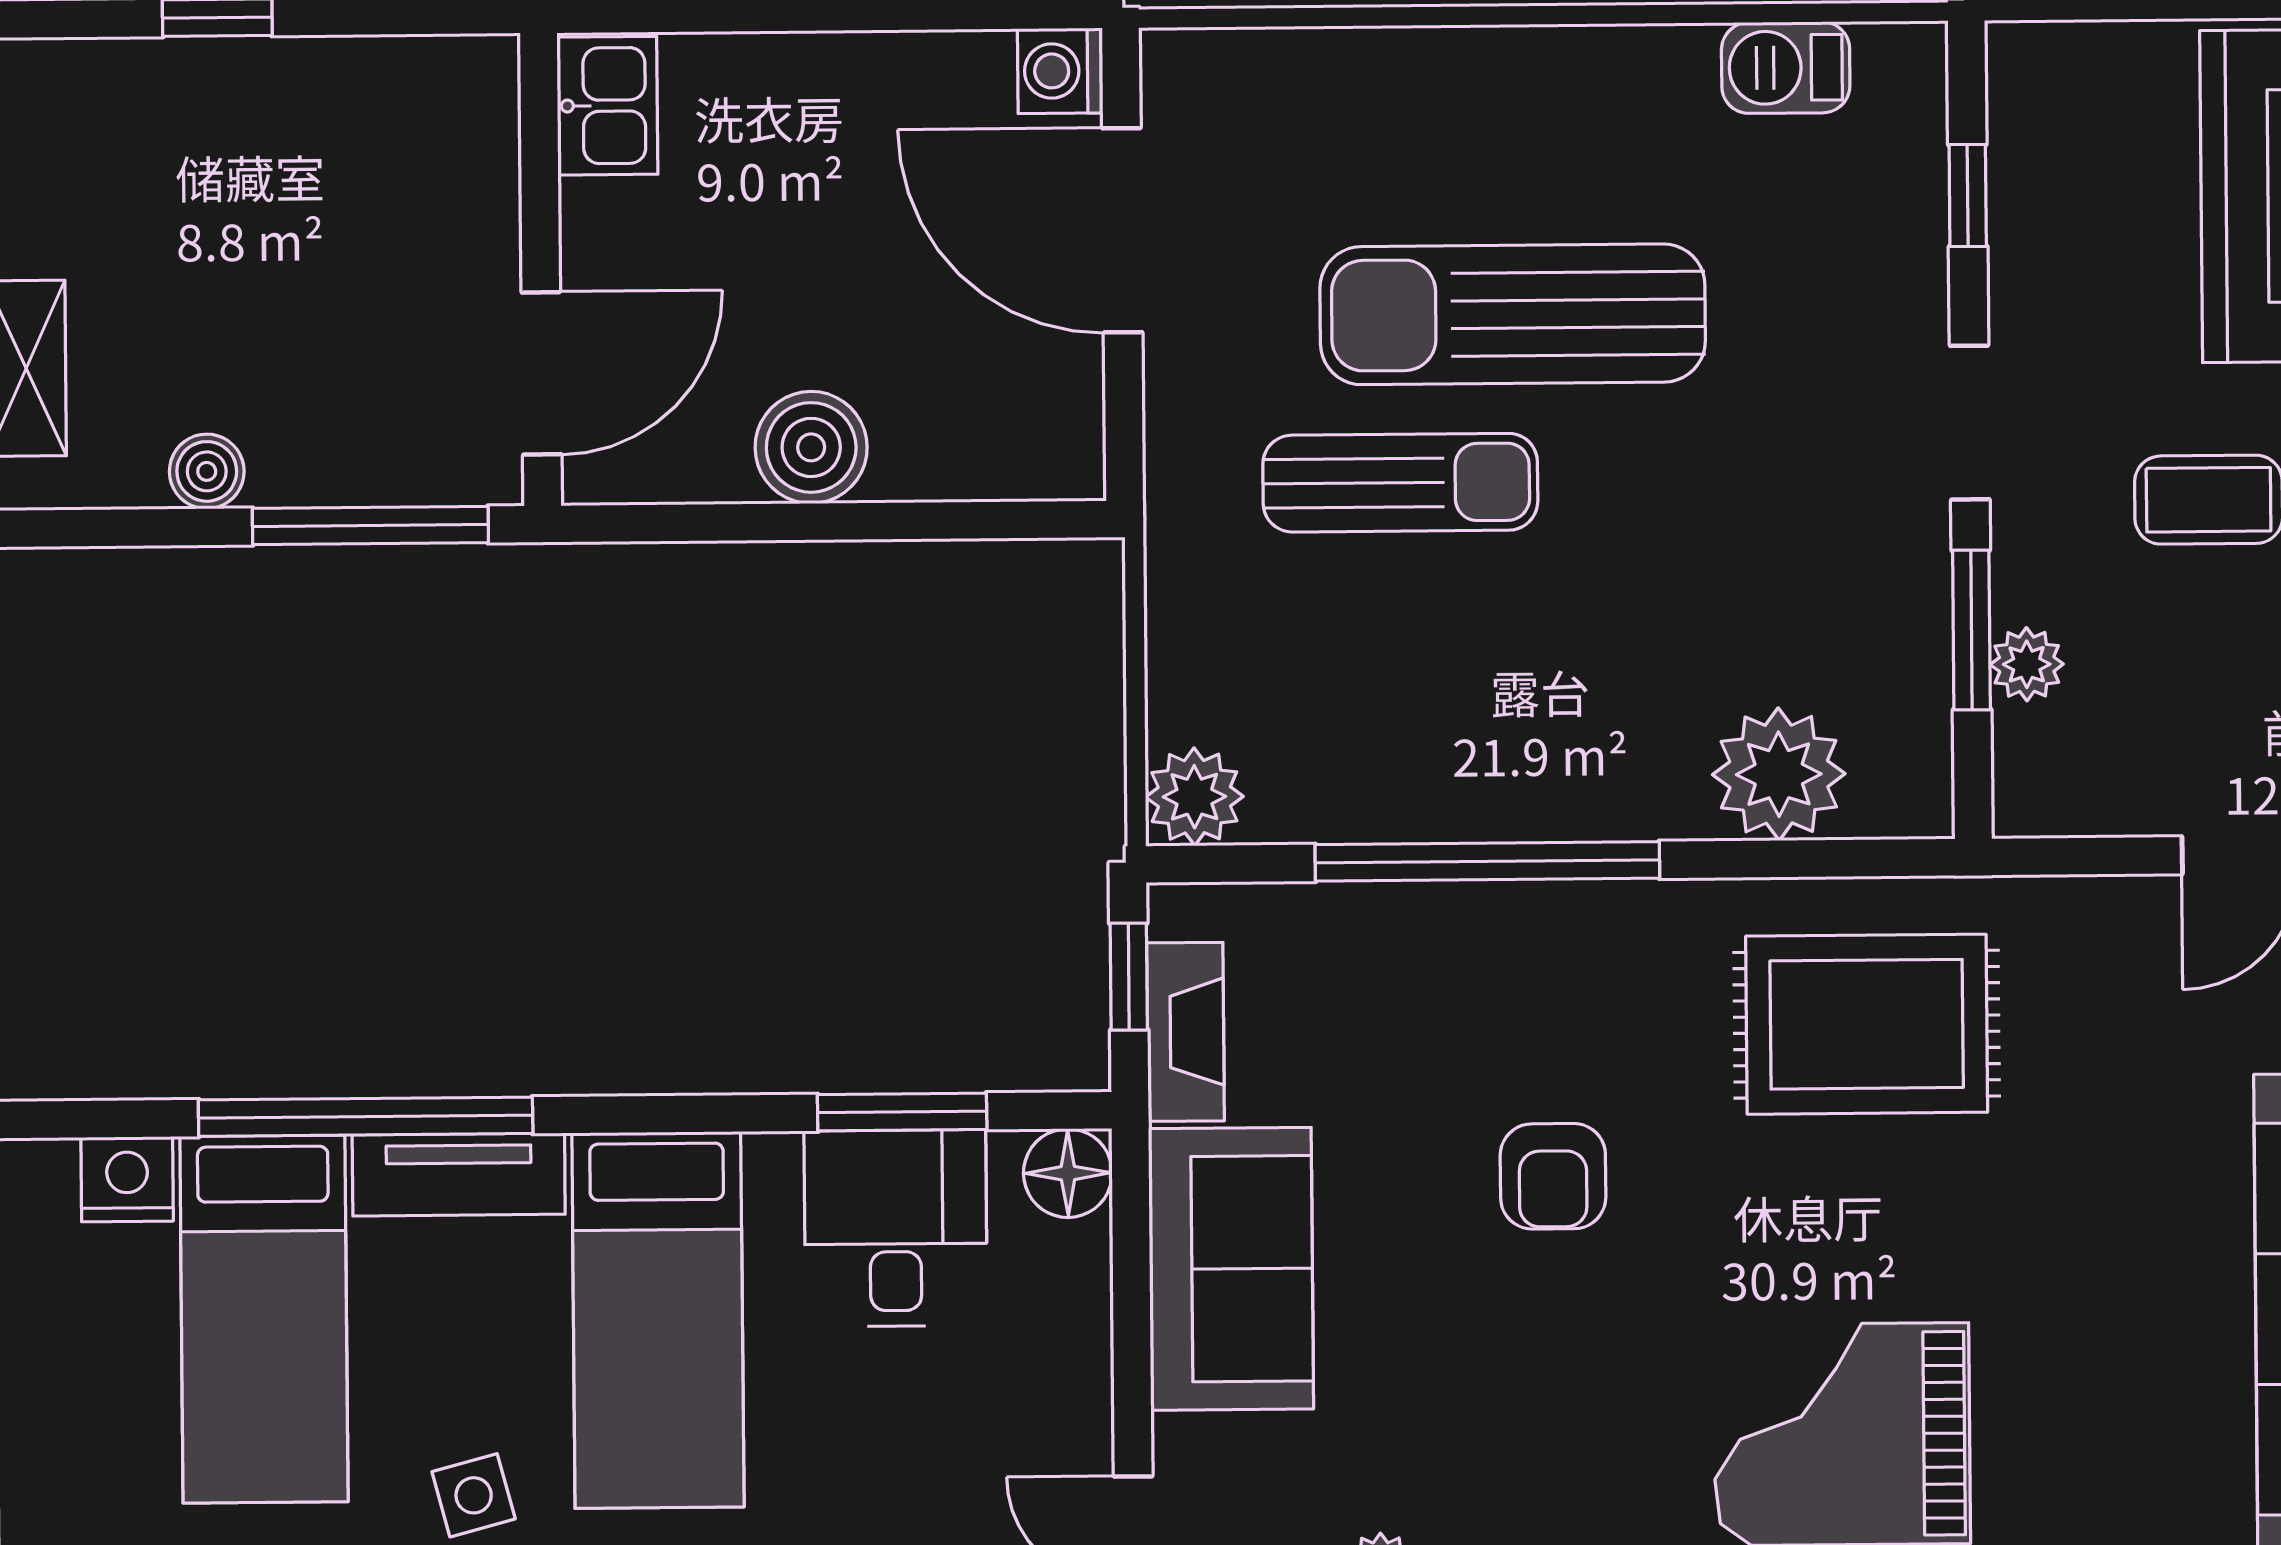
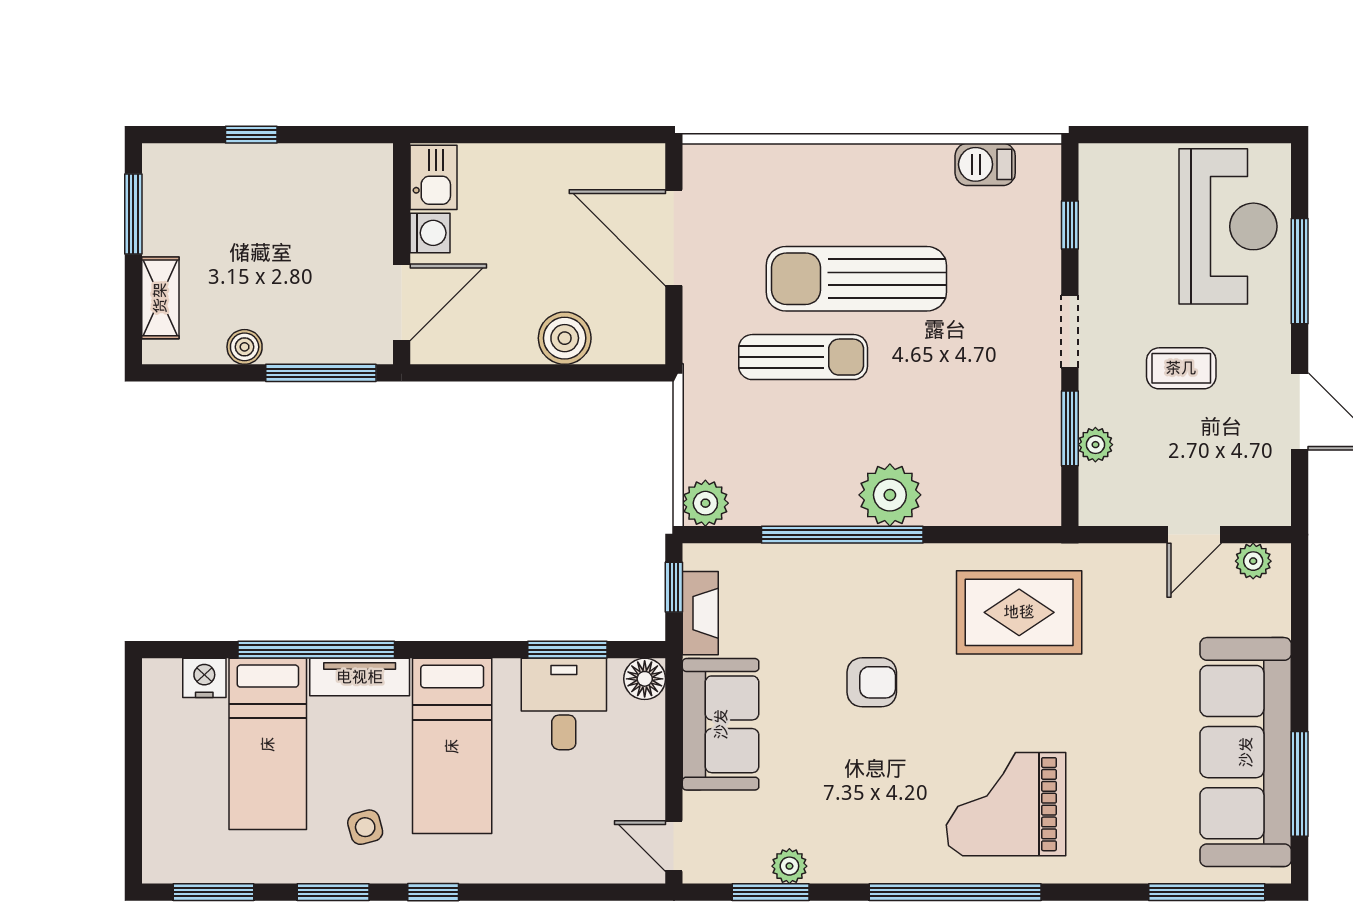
washing machine: (1060, 71) -> (430, 233), moved, turned 180
boiler: (811, 447) -> (565, 338), moved
plant: (1779, 774) -> (890, 495), moved
armchair: (1553, 1176) -> (872, 682), turned -90

